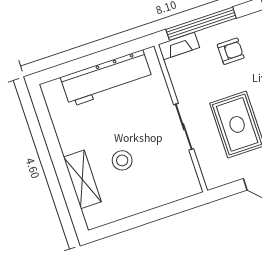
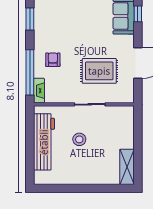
stool: (122, 160) -> (79, 139), moved
shelving: (82, 179) -> (127, 167), moved, turned 90

